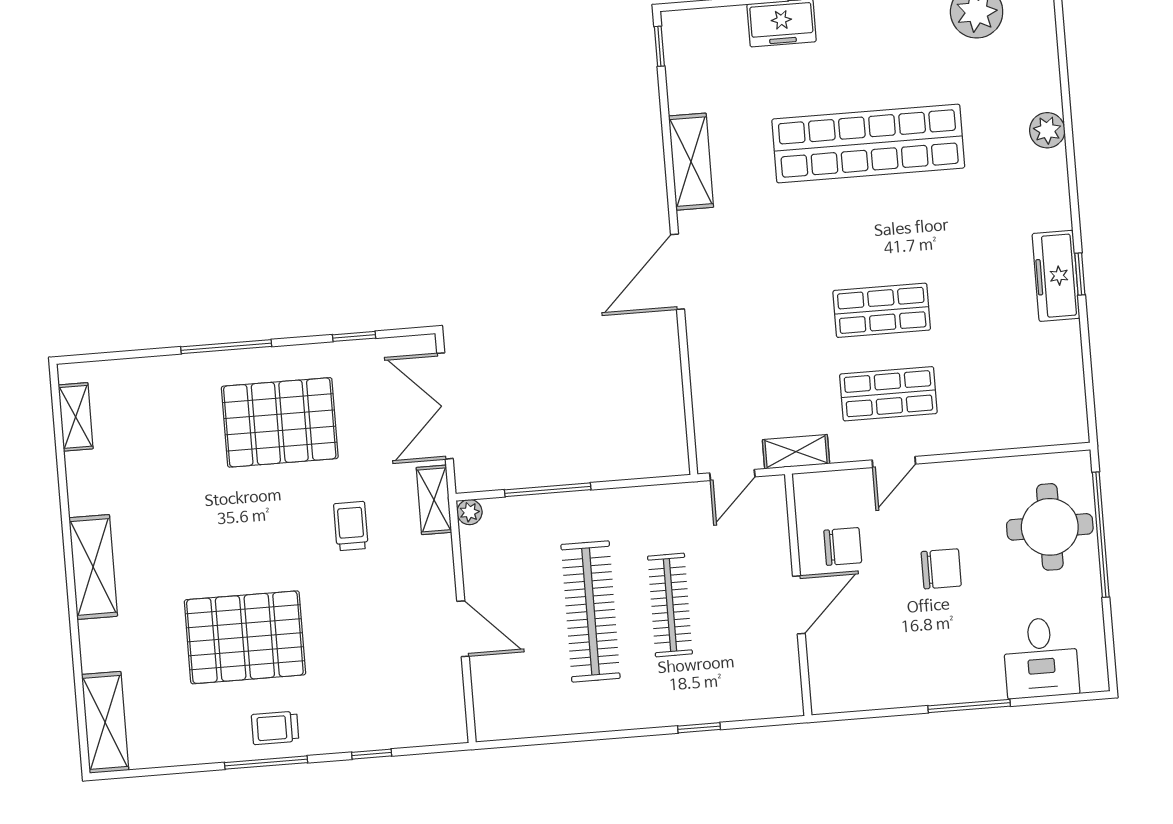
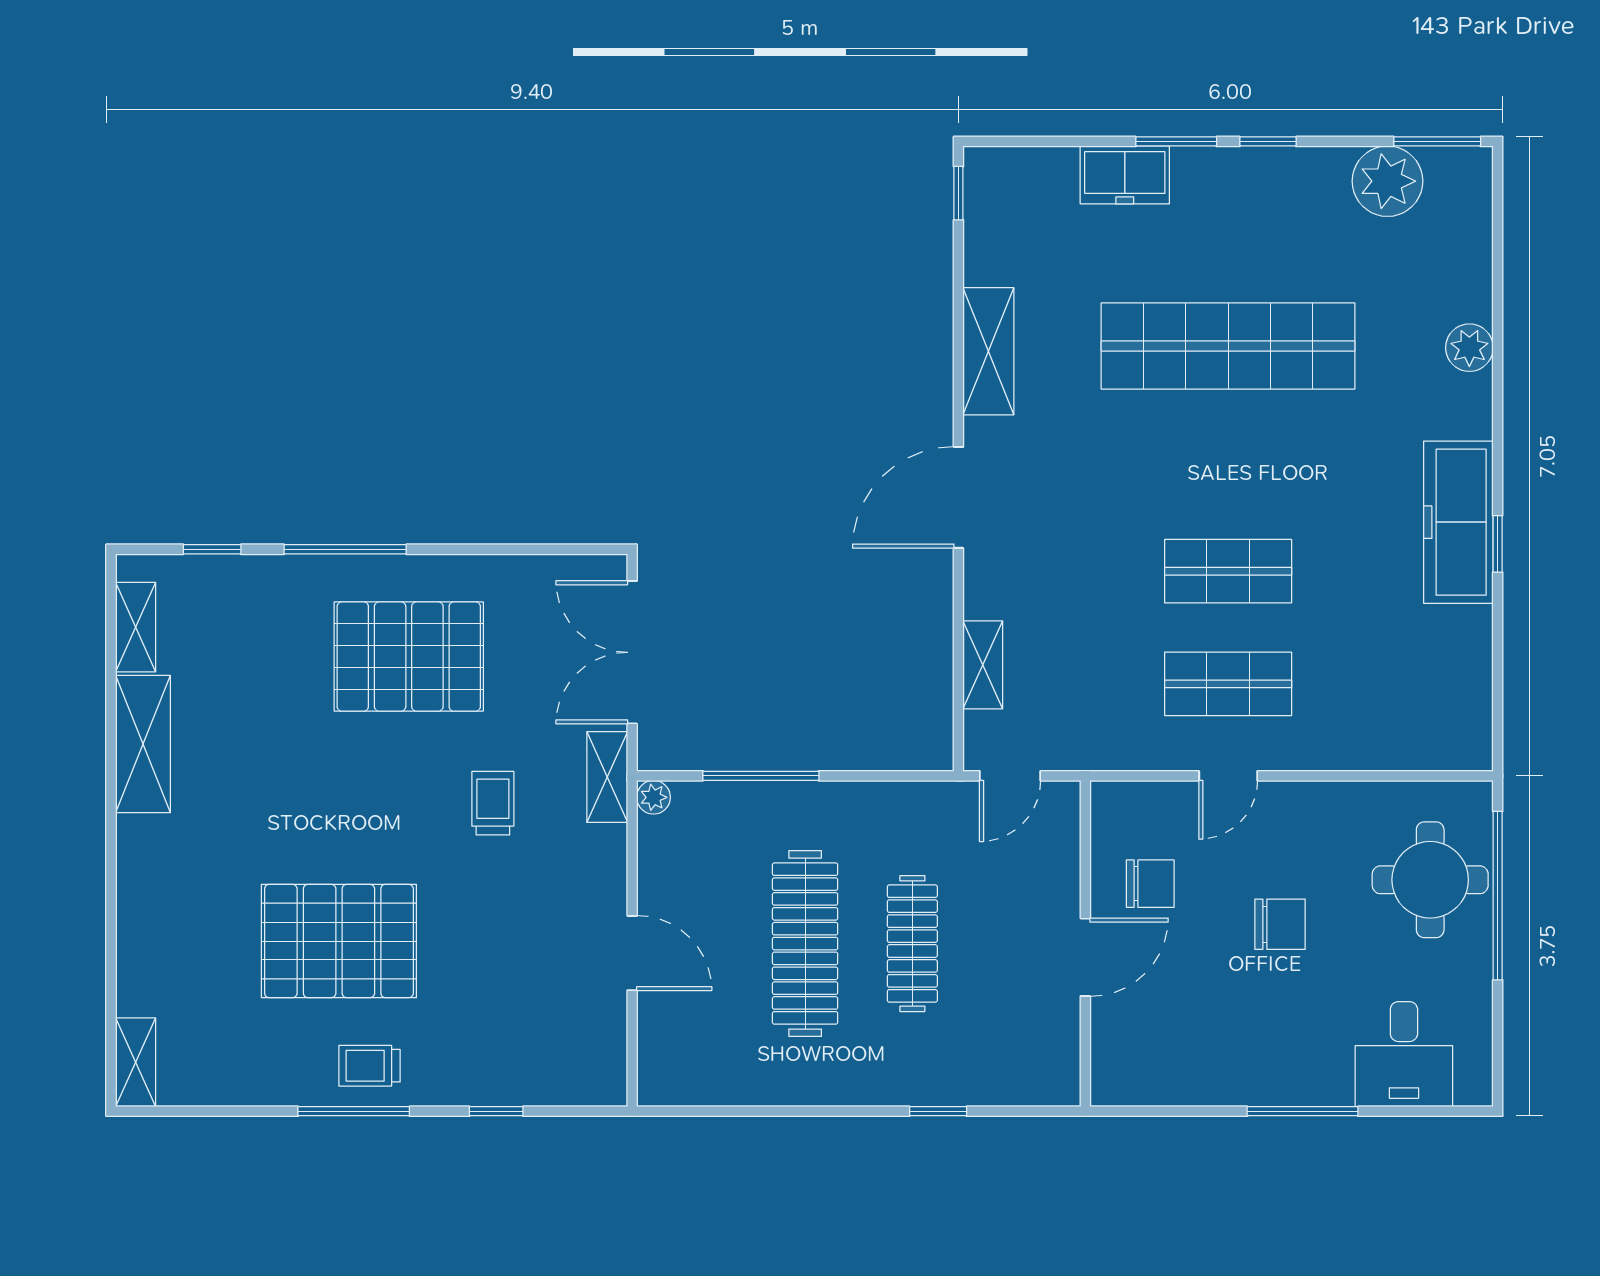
freezer: (1056, 276) -> (1458, 522), width x1.36, depth x1.26
window: (354, 336) -> (212, 549), moved
shelving: (796, 452) -> (983, 665), moved, turned 90
shelving: (93, 567) -> (143, 744), moved
shelving: (105, 722) -> (136, 1062), width x0.67, depth x0.75

